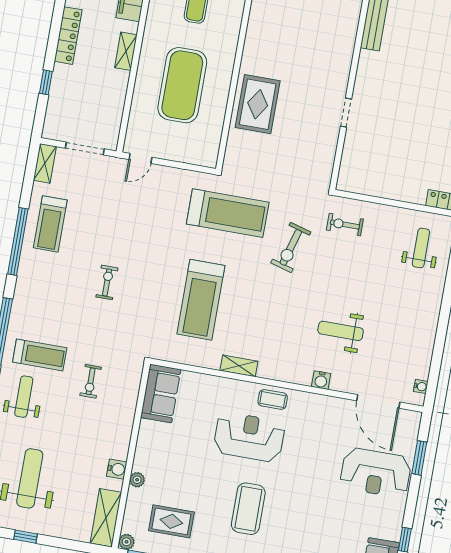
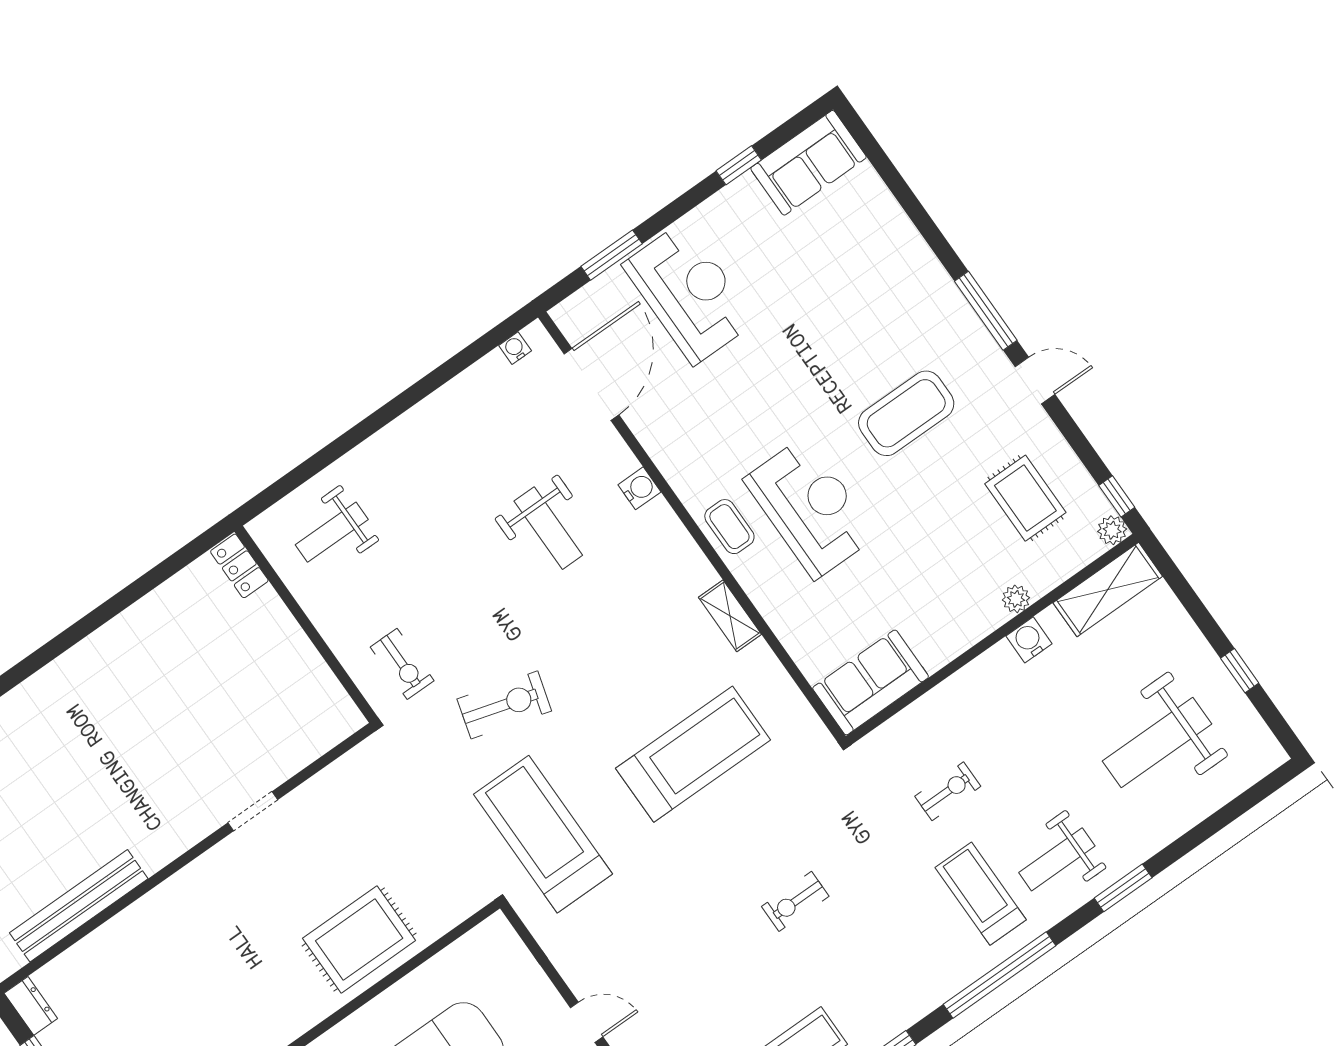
reception desk: (249, 437) -> (810, 508), turned 180

